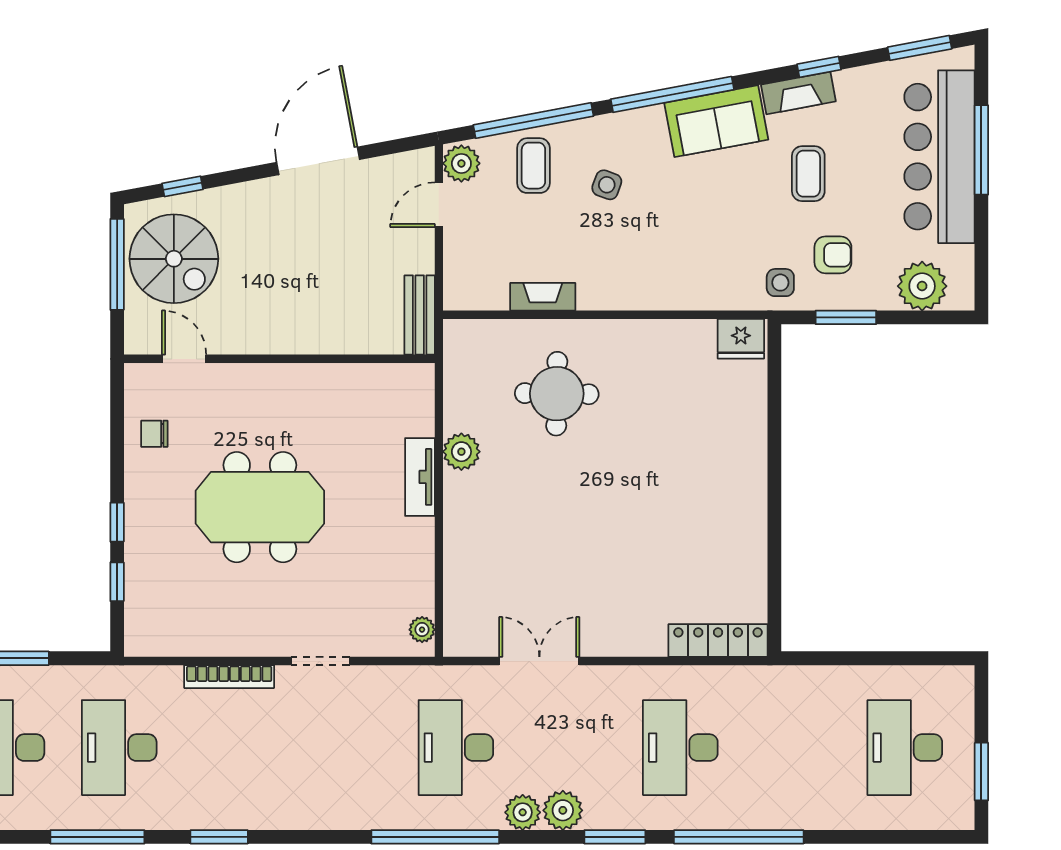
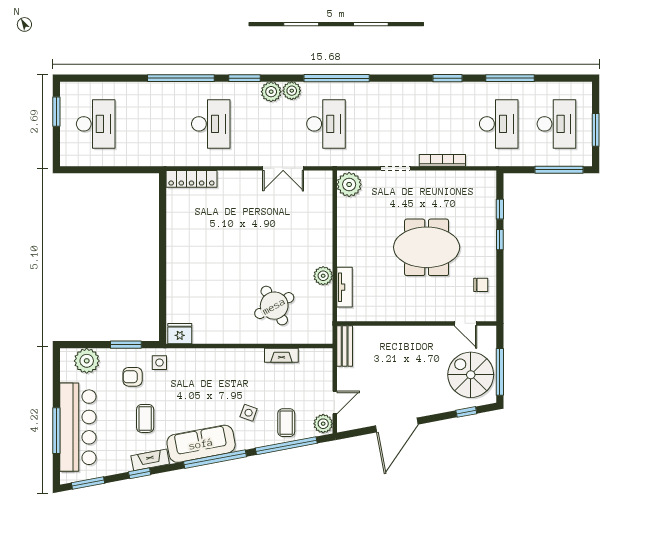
sofa: (716, 121) -> (201, 444), width x1.36
round table: (557, 394) -> (274, 306), turned -30
tv unit: (420, 477) -> (344, 287), moved
plant: (422, 630) -> (349, 184), width x1.88, depth x1.88

